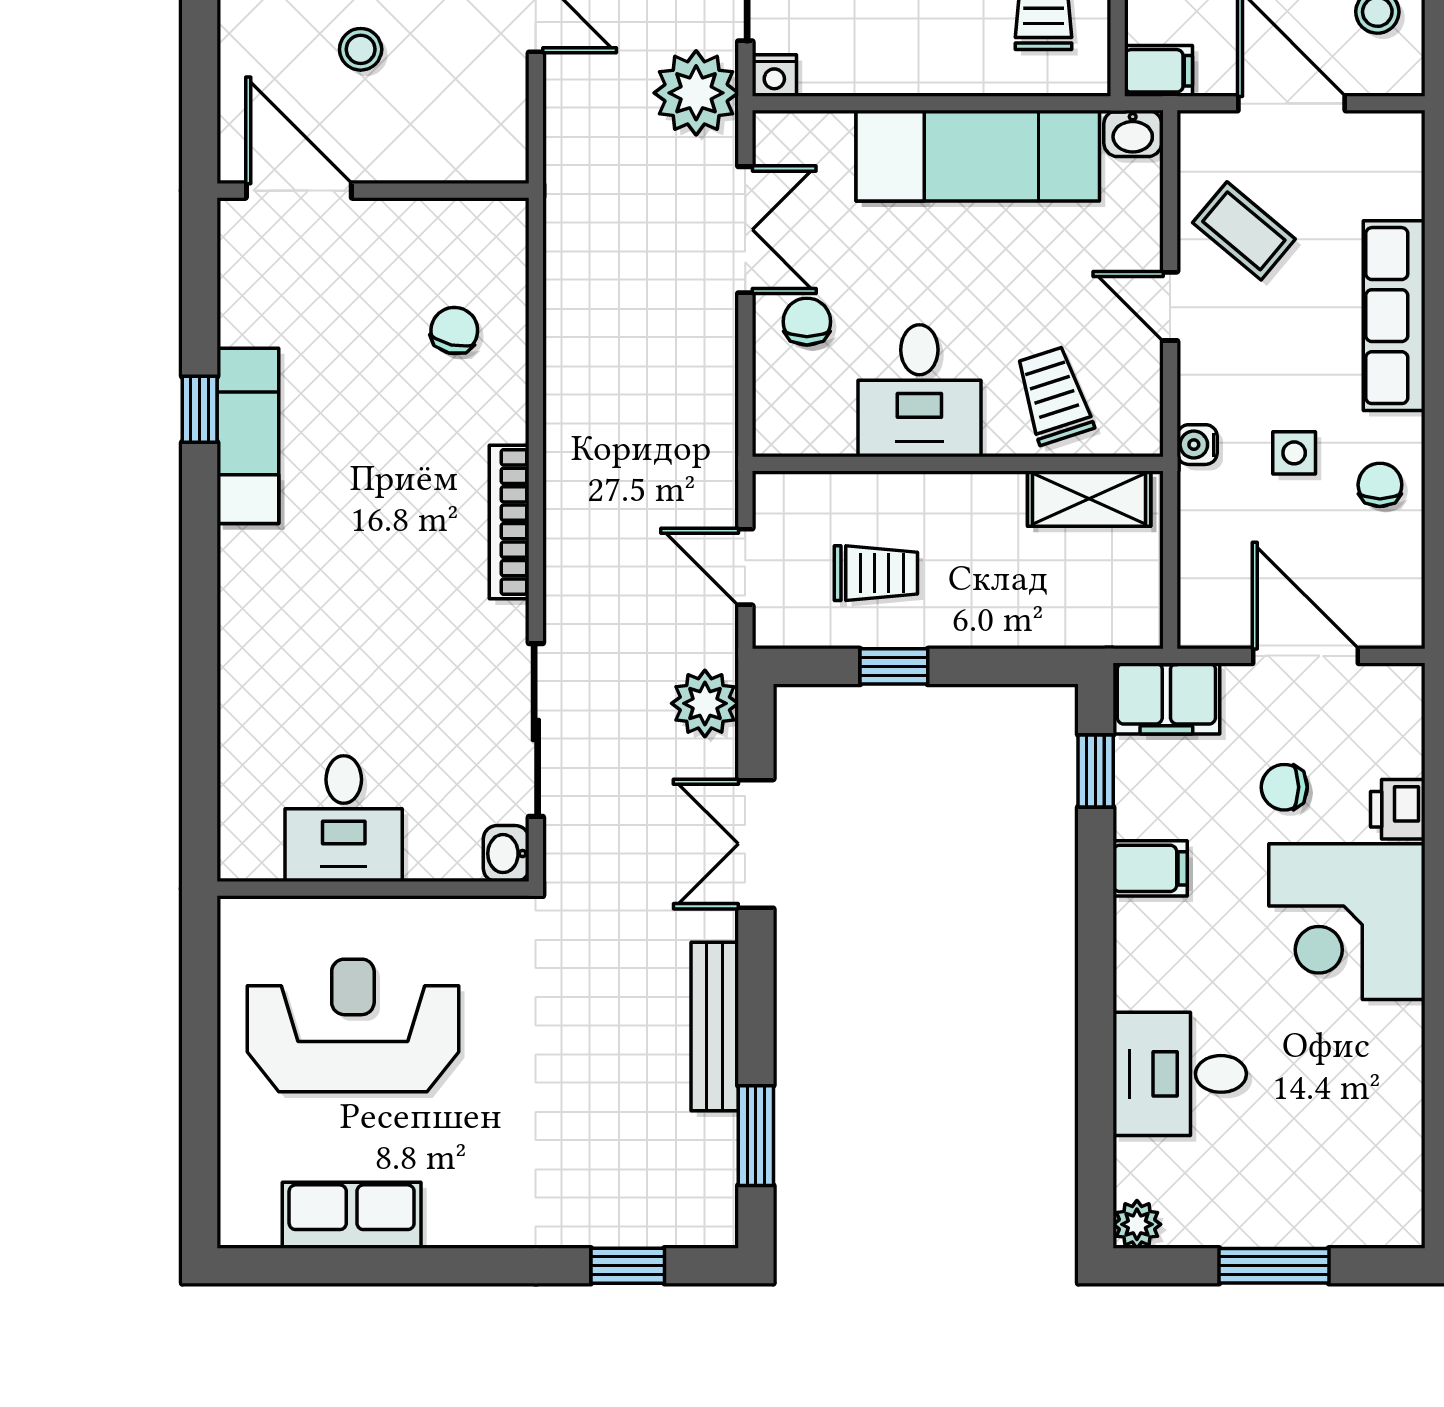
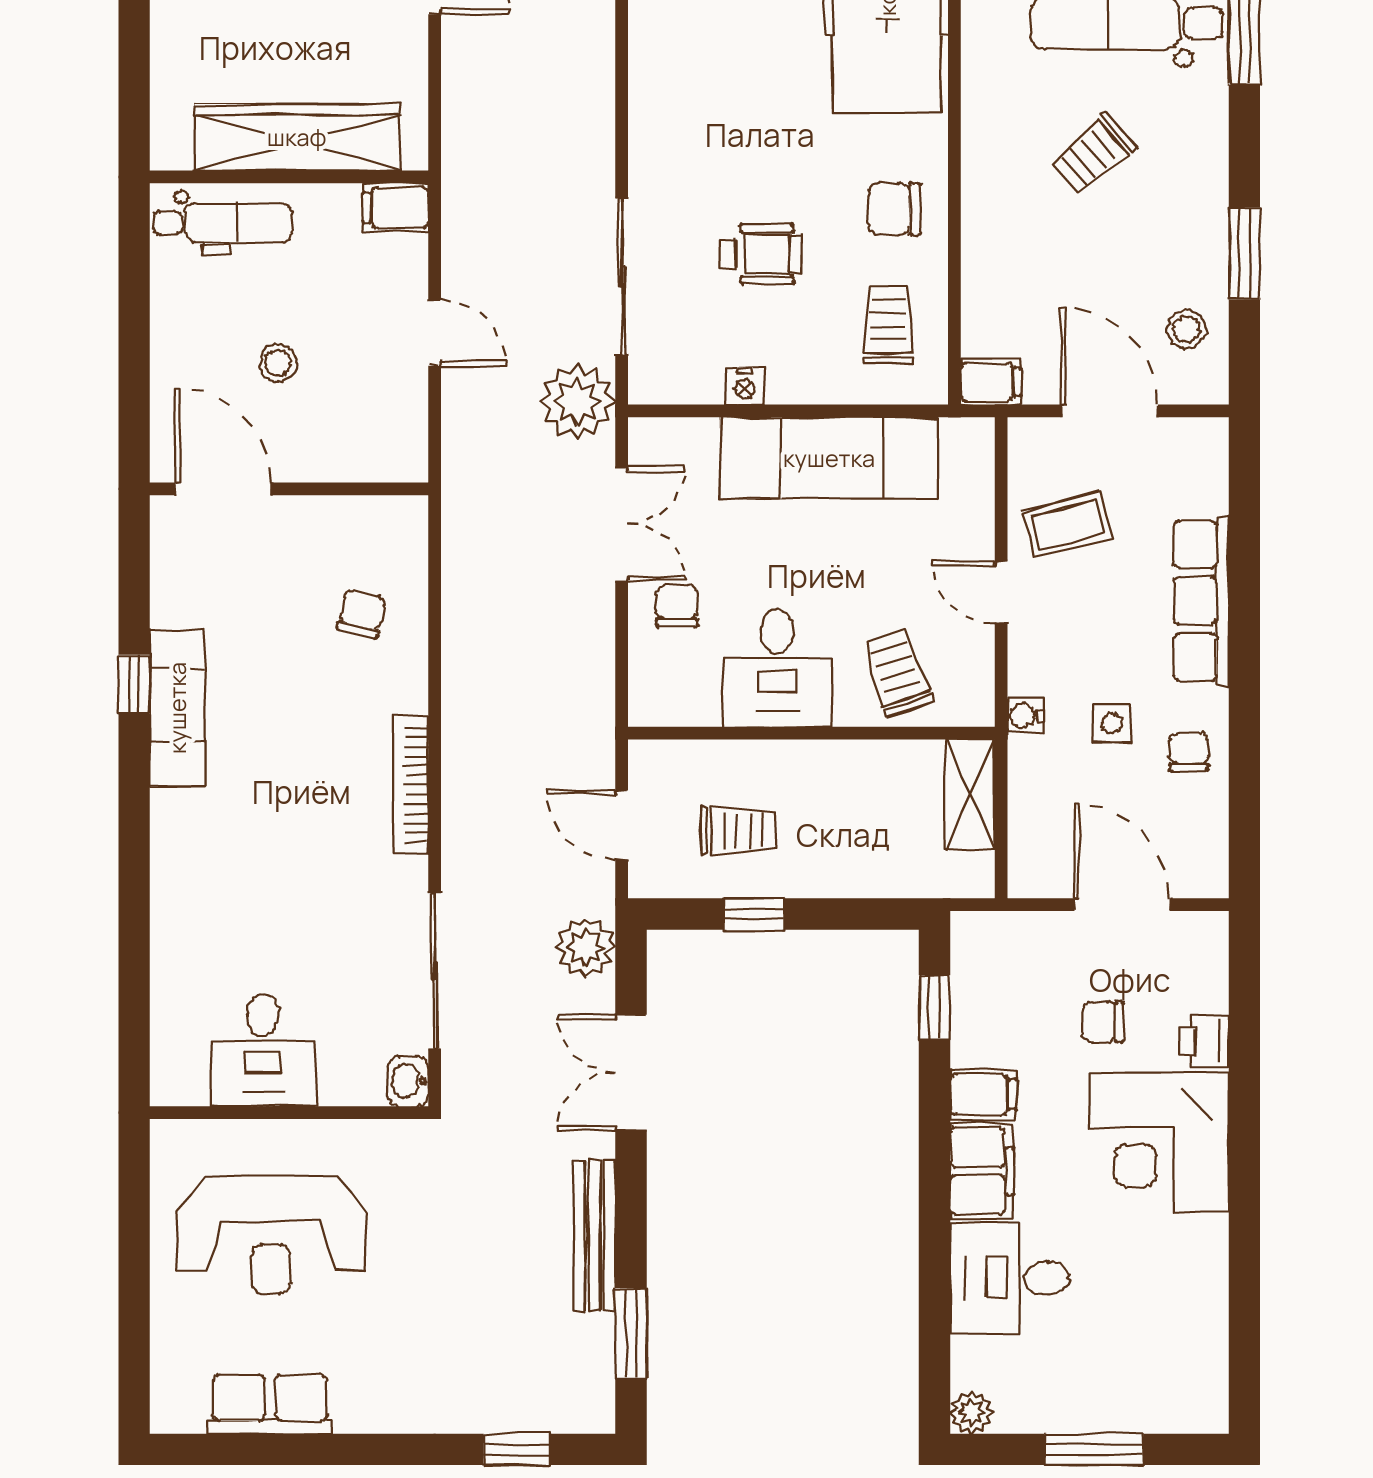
nightstand: (774, 76) -> (745, 386), moved
washbasin: (1133, 133) -> (968, 438), removed
coffee table: (1244, 231) -> (1067, 525), turned -55
shelving: (1089, 499) -> (970, 794), moved, turned 90
filing cabinet: (1166, 699) -> (982, 1171), moved, turned -90
reception desk: (353, 1025) -> (271, 1235), turned 180

